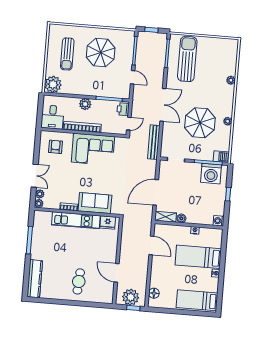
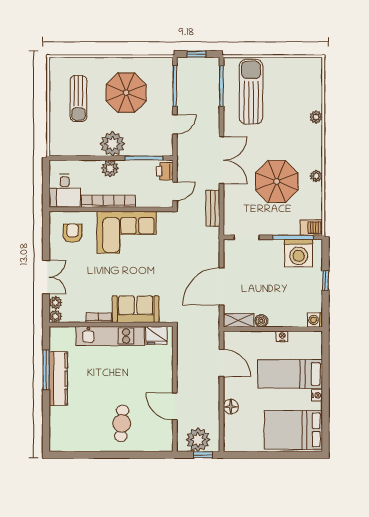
door: (133, 77) -> (175, 124), hinge flipped
plant: (53, 84) -> (112, 144), moved
bench: (154, 142) -> (213, 208), width x0.73
kitchen counter: (35, 279) -> (58, 379), moved
floor lamp: (154, 293) -> (231, 407), moved
bed: (197, 300) -> (293, 430), width x1.50

